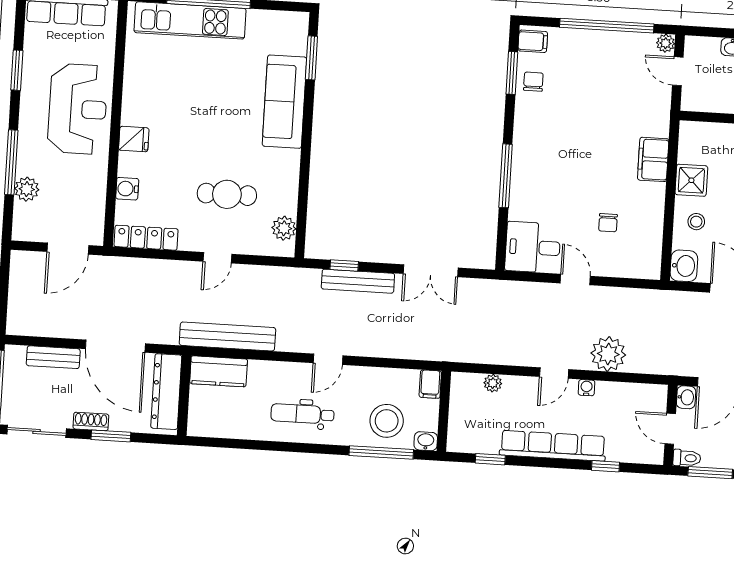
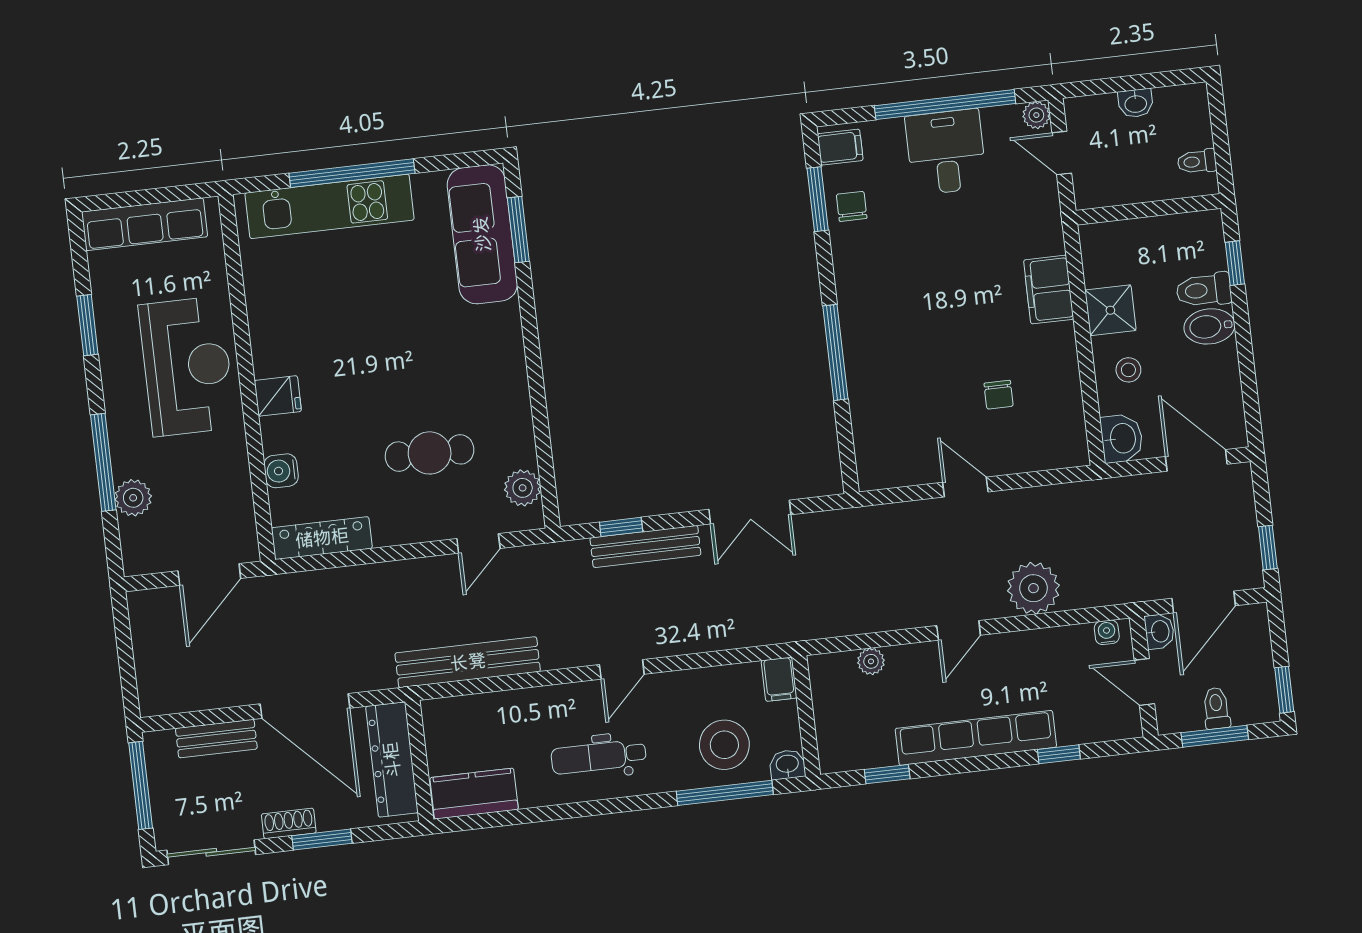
sofa: (284, 102) -> (482, 234), moved
desk: (533, 247) -> (946, 152), moved, turned 90
door: (217, 258) -> (478, 543), moved
kitchen counter: (219, 371) -> (474, 794), moved, turned 180
water cooler: (587, 388) -> (1107, 632), moved
toilet: (687, 458) -> (1216, 708), moved, turned -90

